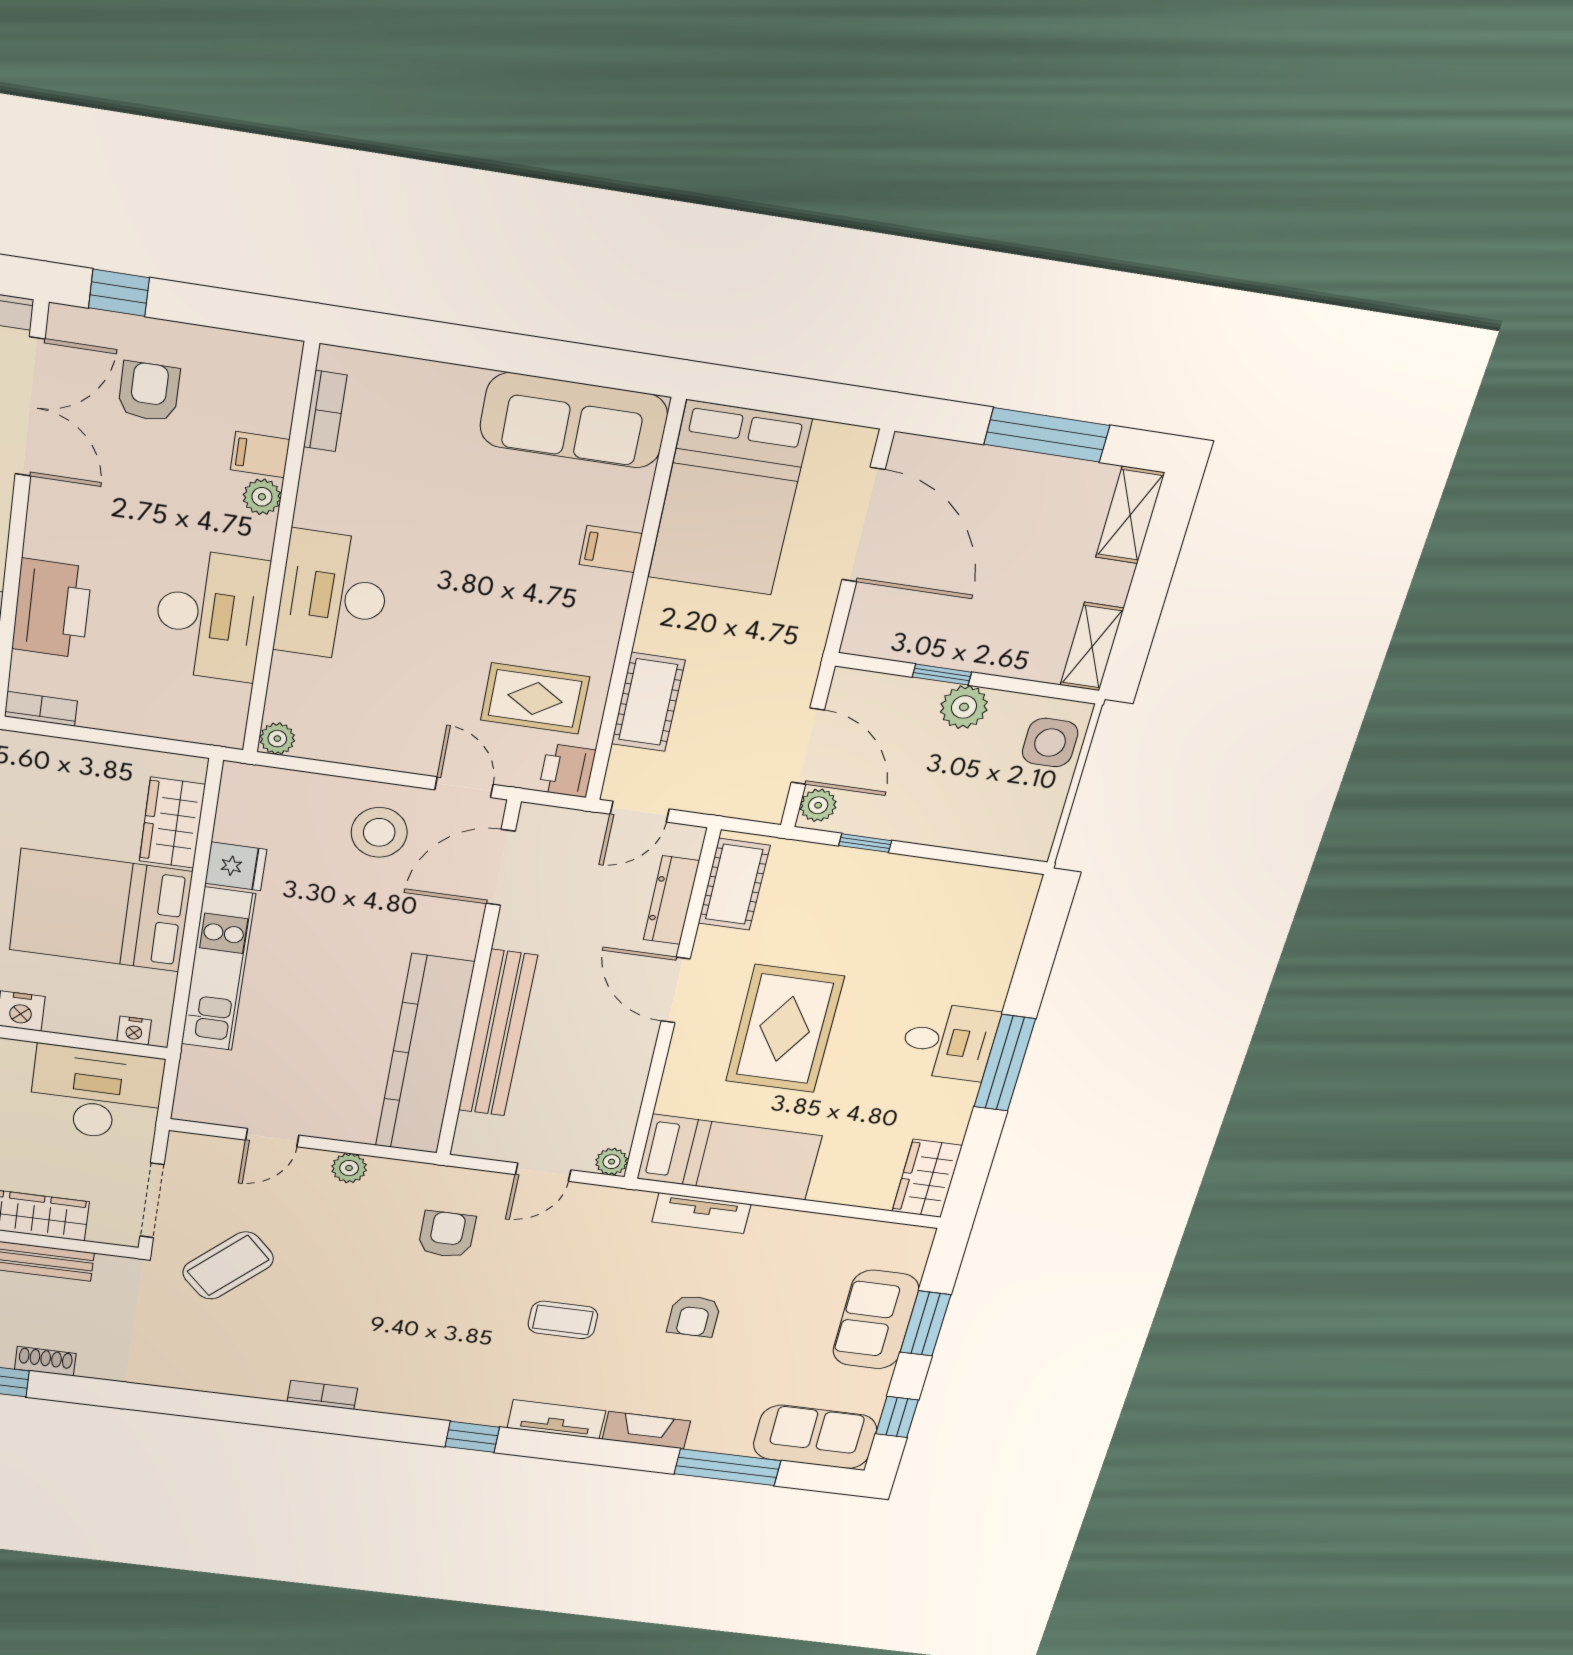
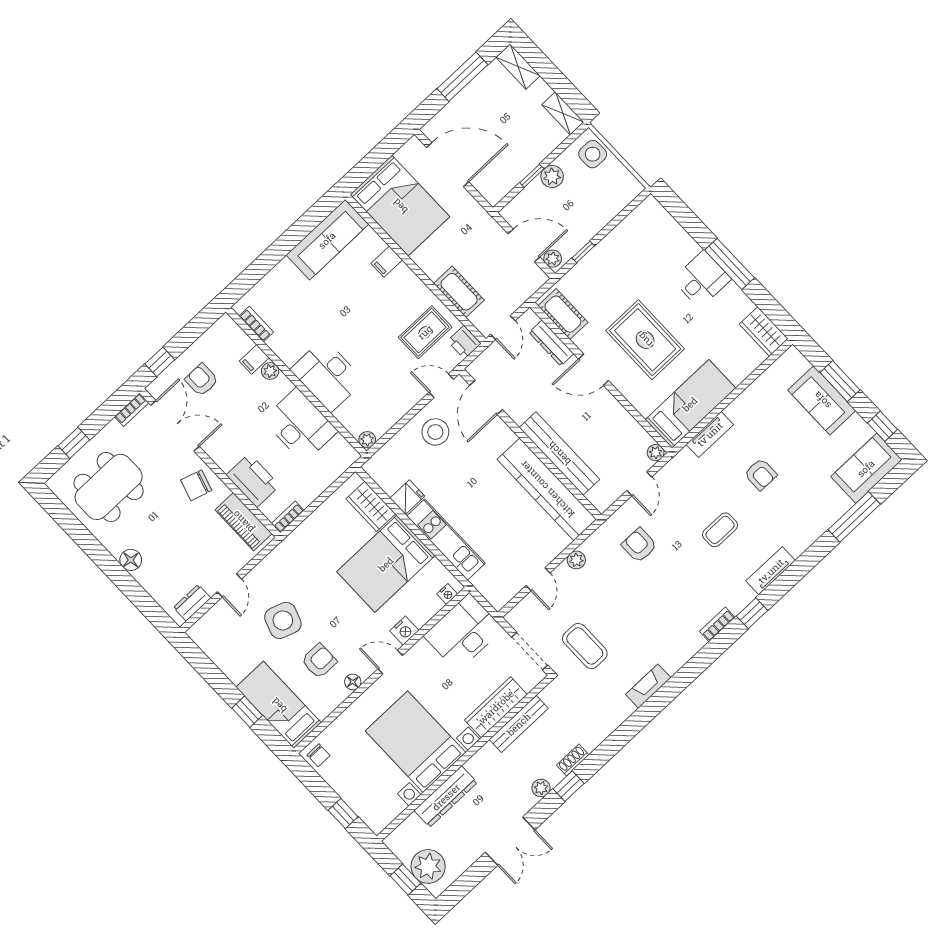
coffee table: (228, 1266) -> (585, 646), turned -46
bookcase: (322, 1395) -> (717, 624), moved
fireplace: (646, 1430) -> (648, 686), moved

